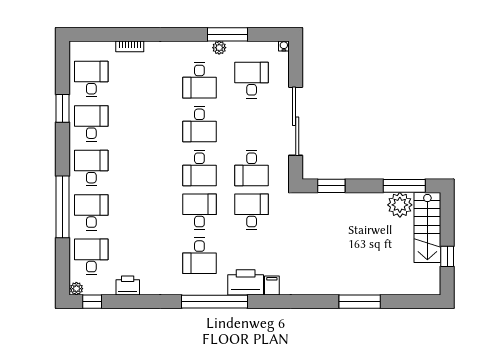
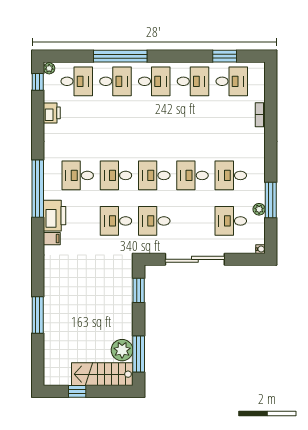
plant: (219, 48) -> (259, 209), moved
desk: (252, 80) -> (231, 221), turned 180
window: (63, 108) -> (225, 56), moved
desk: (199, 212) -> (116, 175), turned 180
desk: (252, 212) -> (116, 221), turned 180

